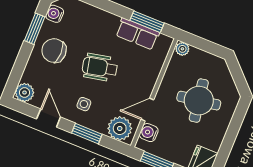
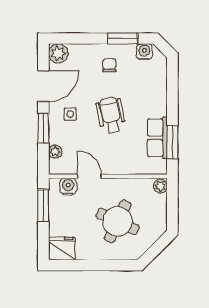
chair: (54, 51) -> (109, 65), width x0.54, depth x0.54
round table: (199, 101) -> (118, 221), turned 34
door: (49, 118) -> (43, 86), width x1.38
plant: (120, 128) -> (55, 152), width x0.53, depth x0.53

